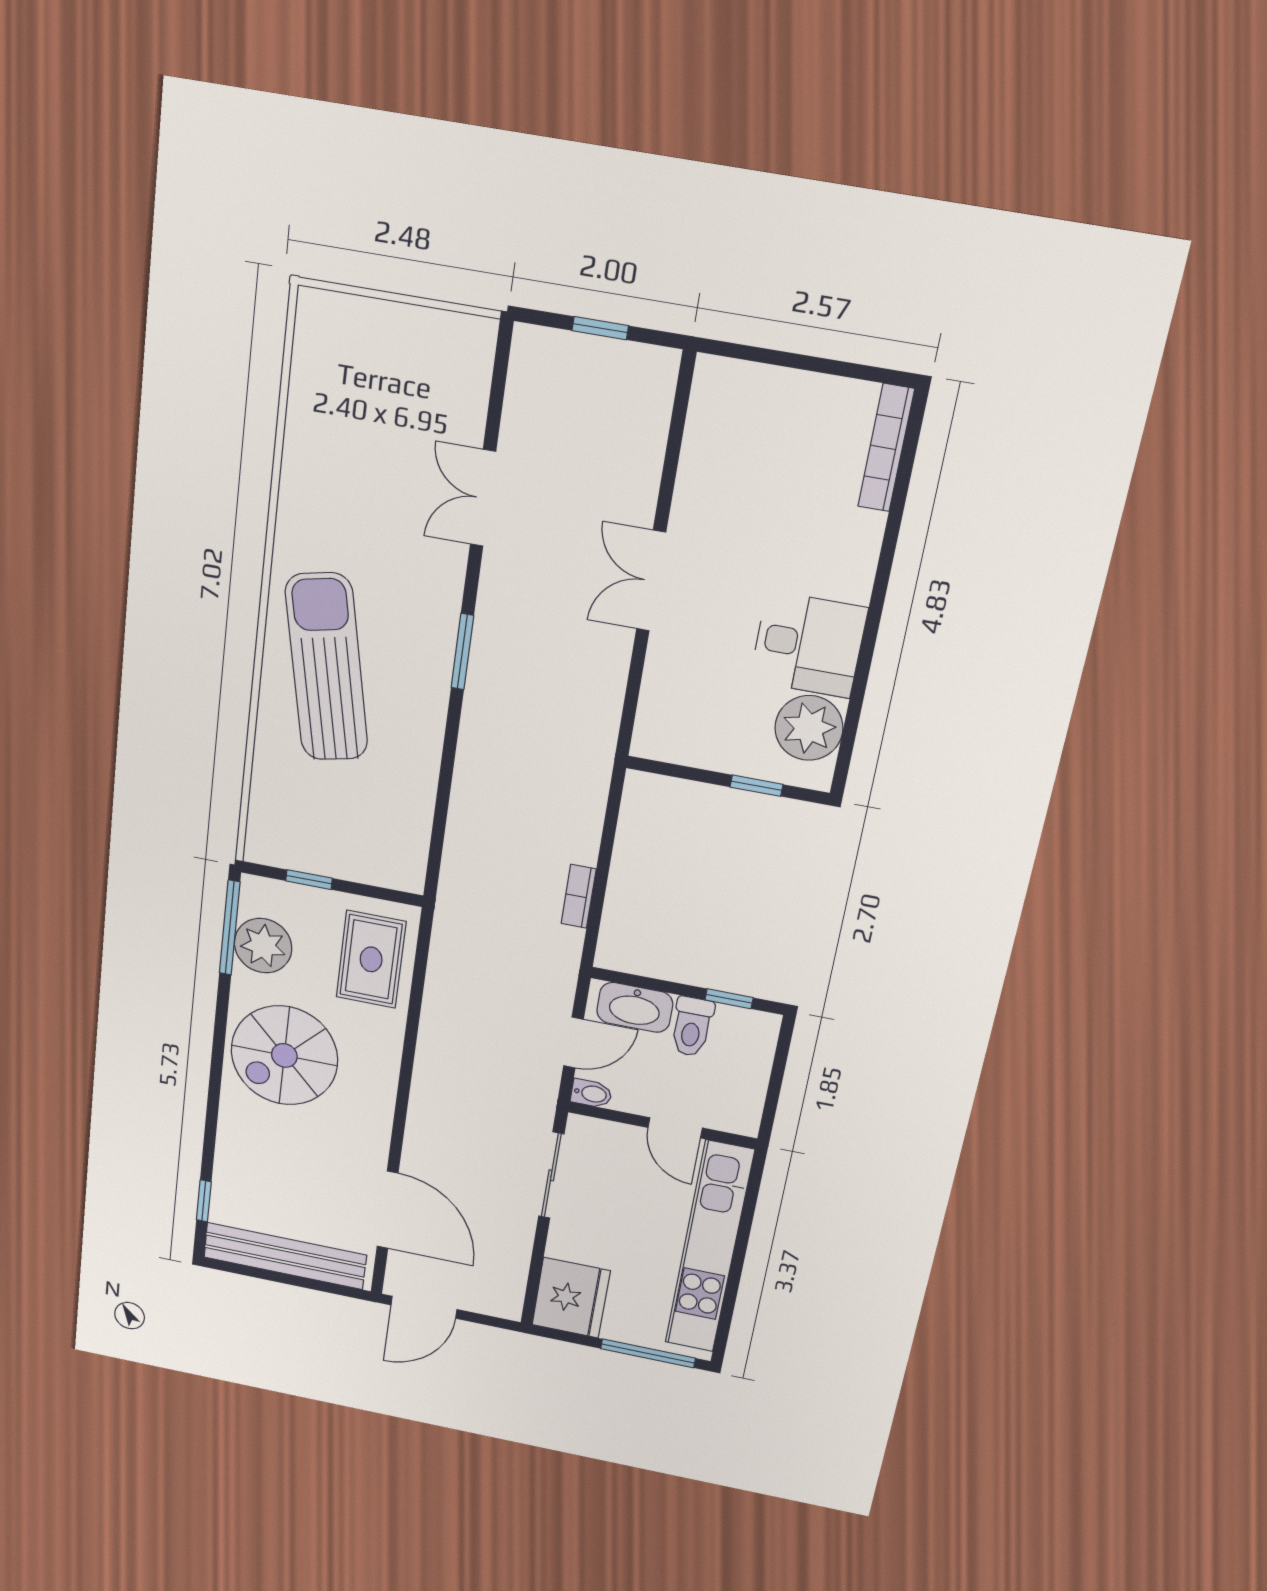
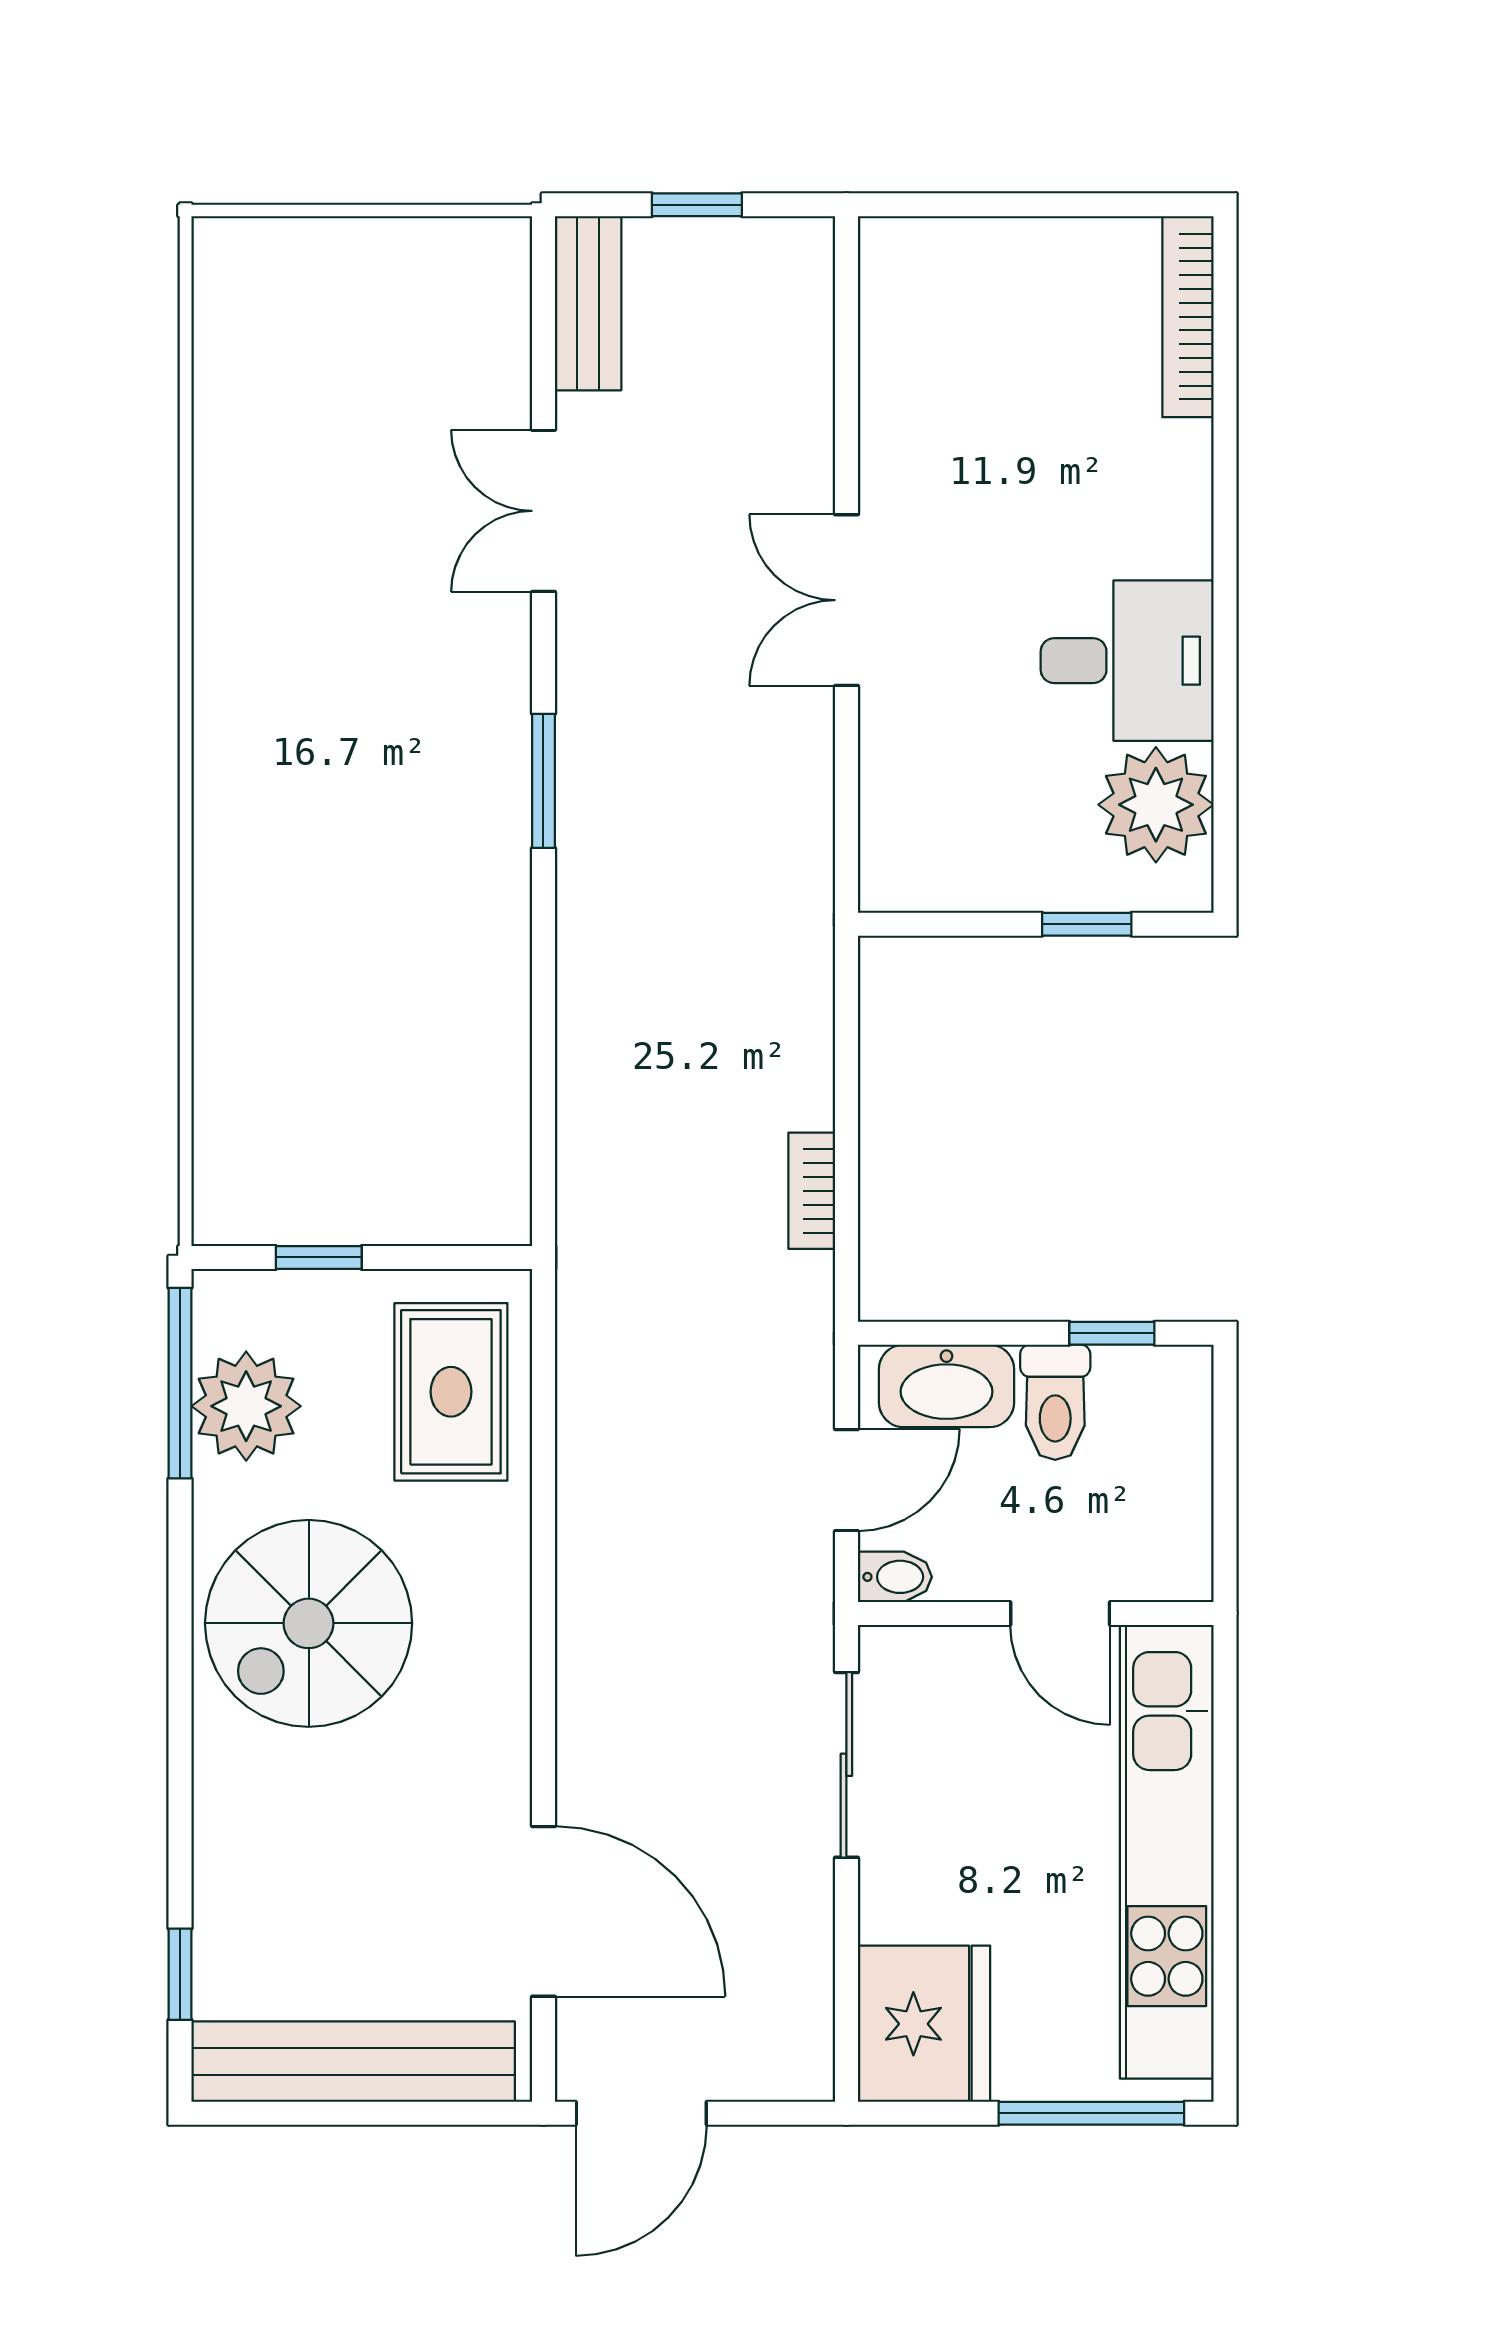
bench: (526, 378) -> (588, 303), added
sun lounger: (327, 667) -> (309, 853), removed

